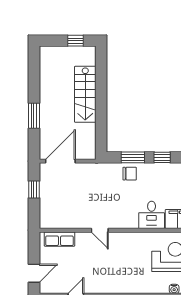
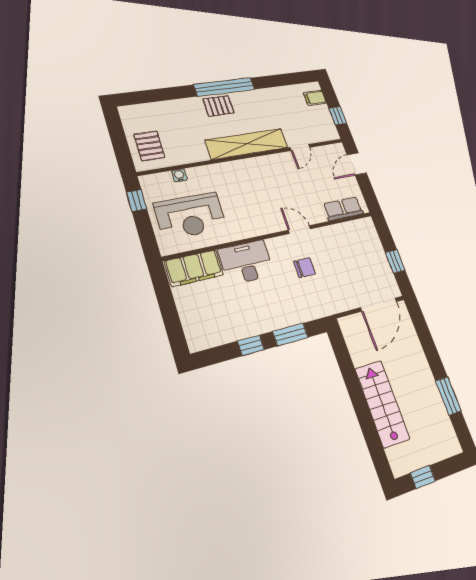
window: (34, 116) -> (448, 396), moved
chair: (130, 174) -> (305, 268), moved, turned 180
desk: (152, 215) -> (246, 262), width x1.37

